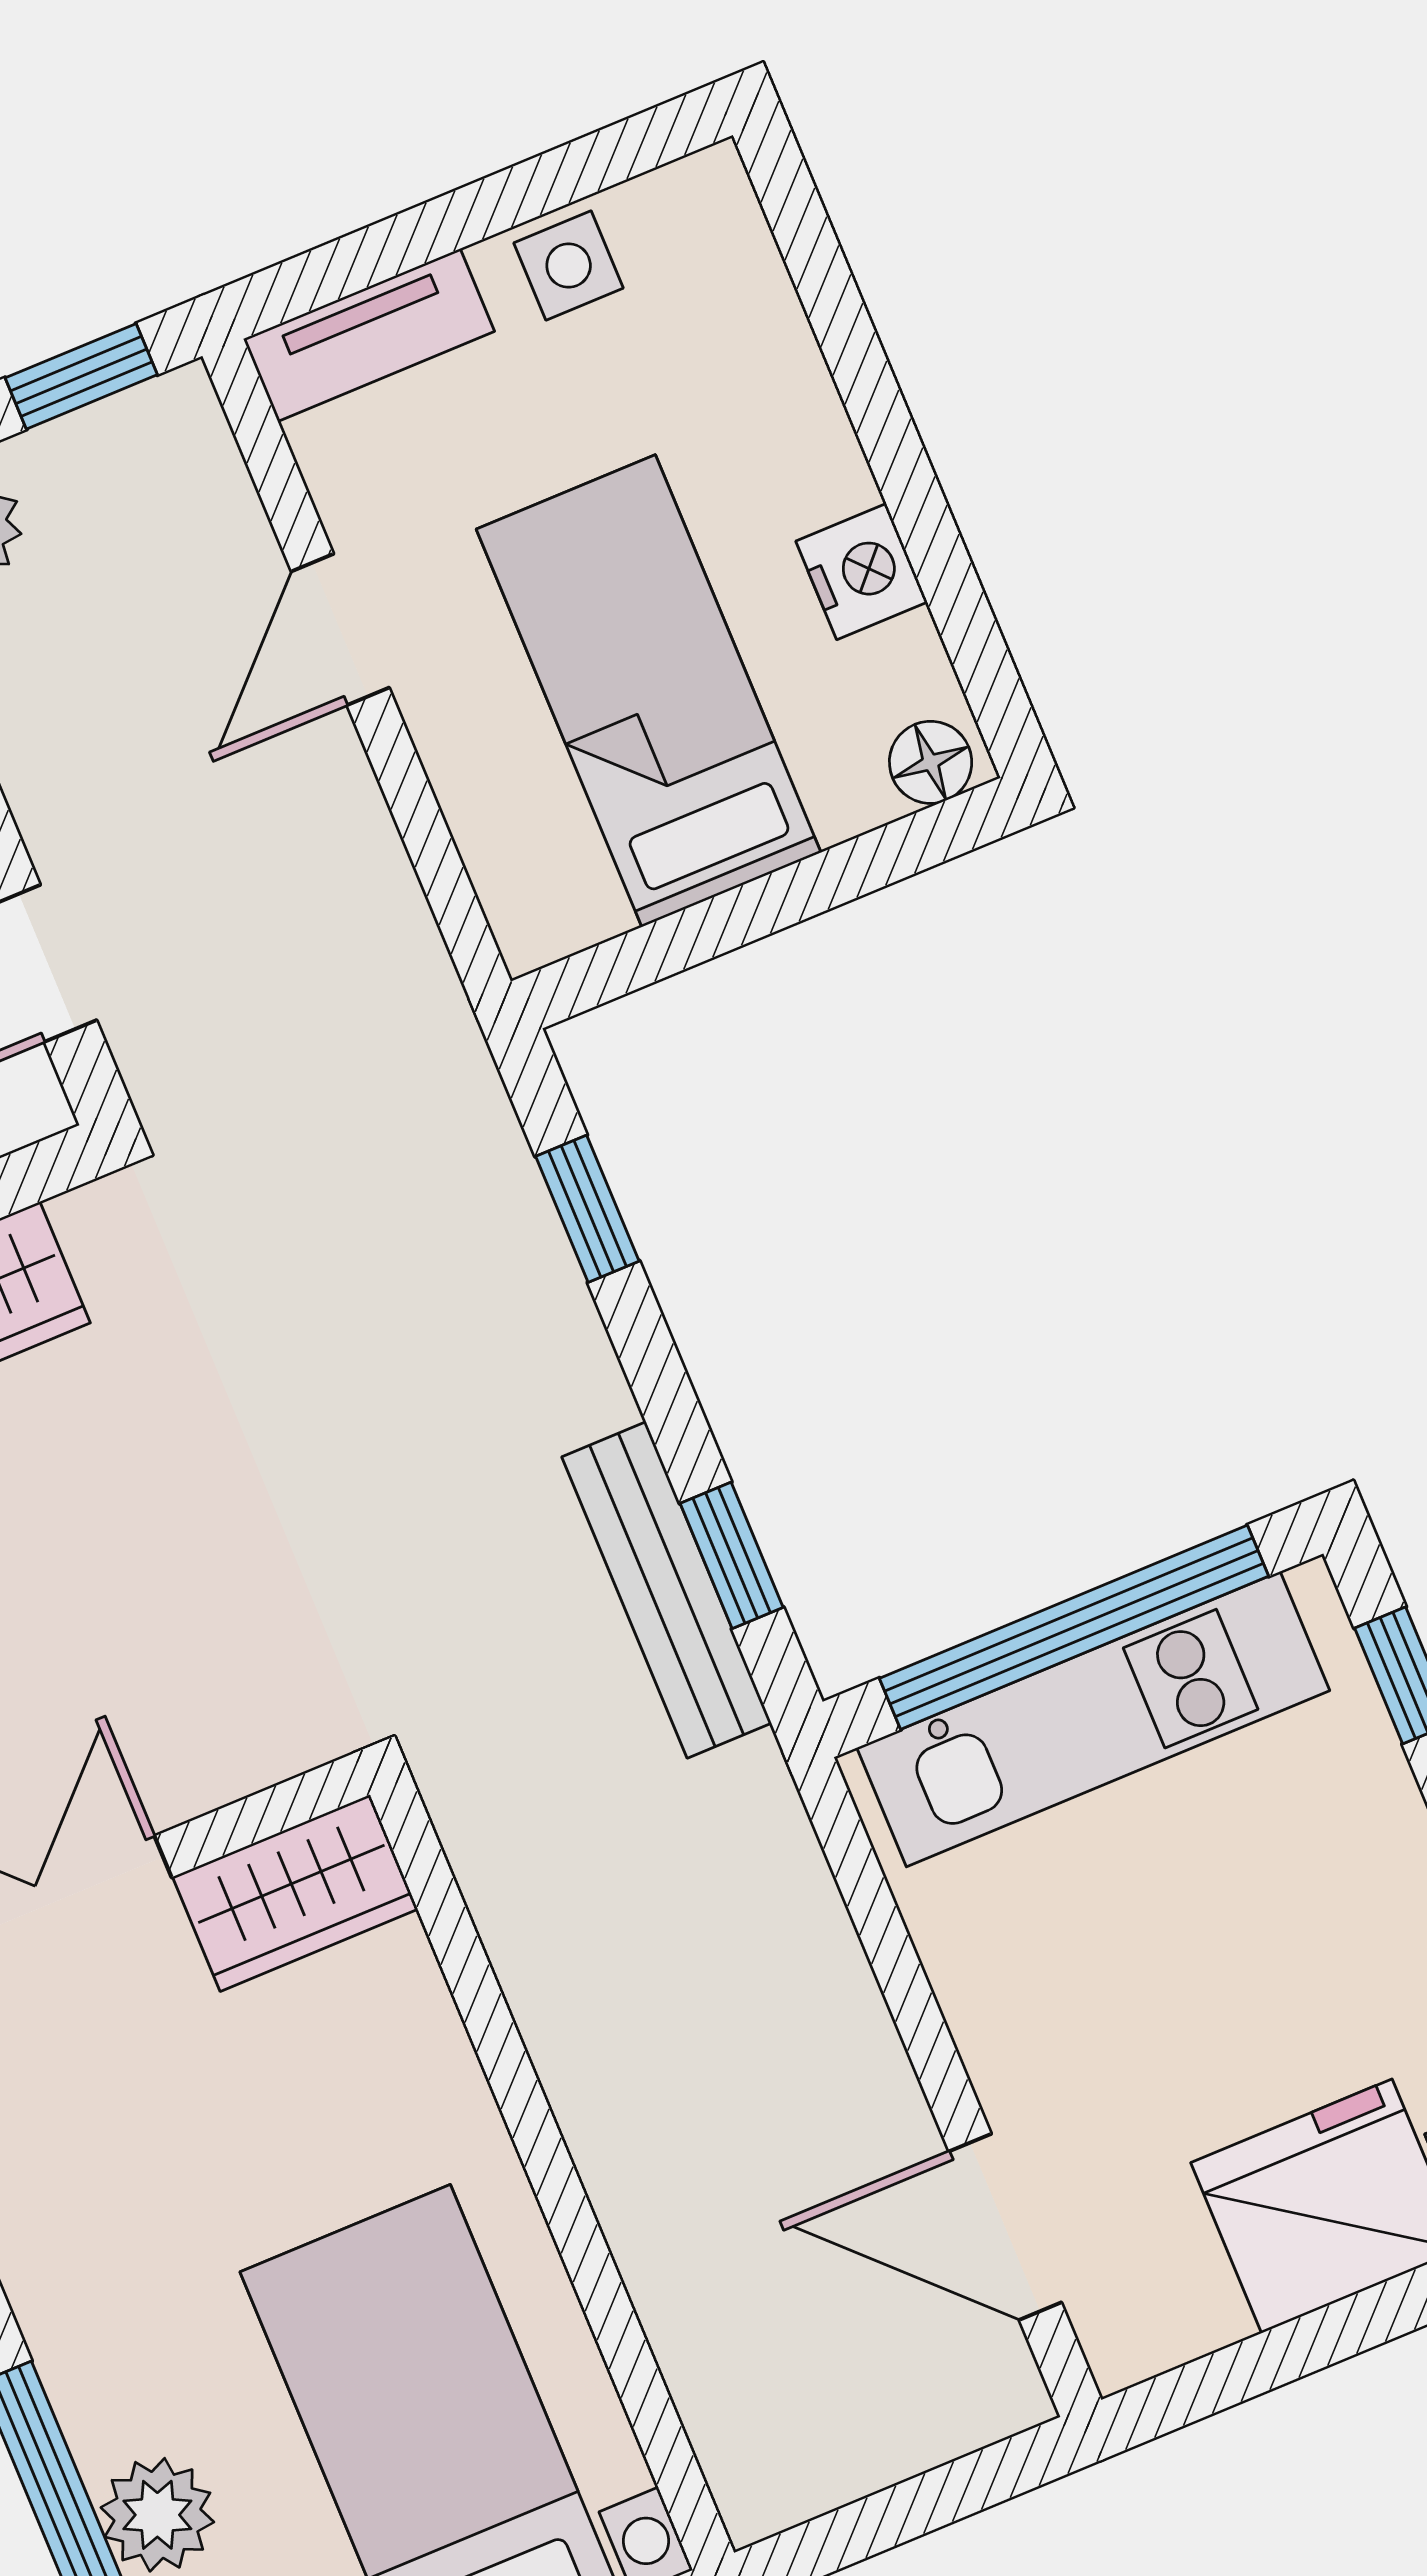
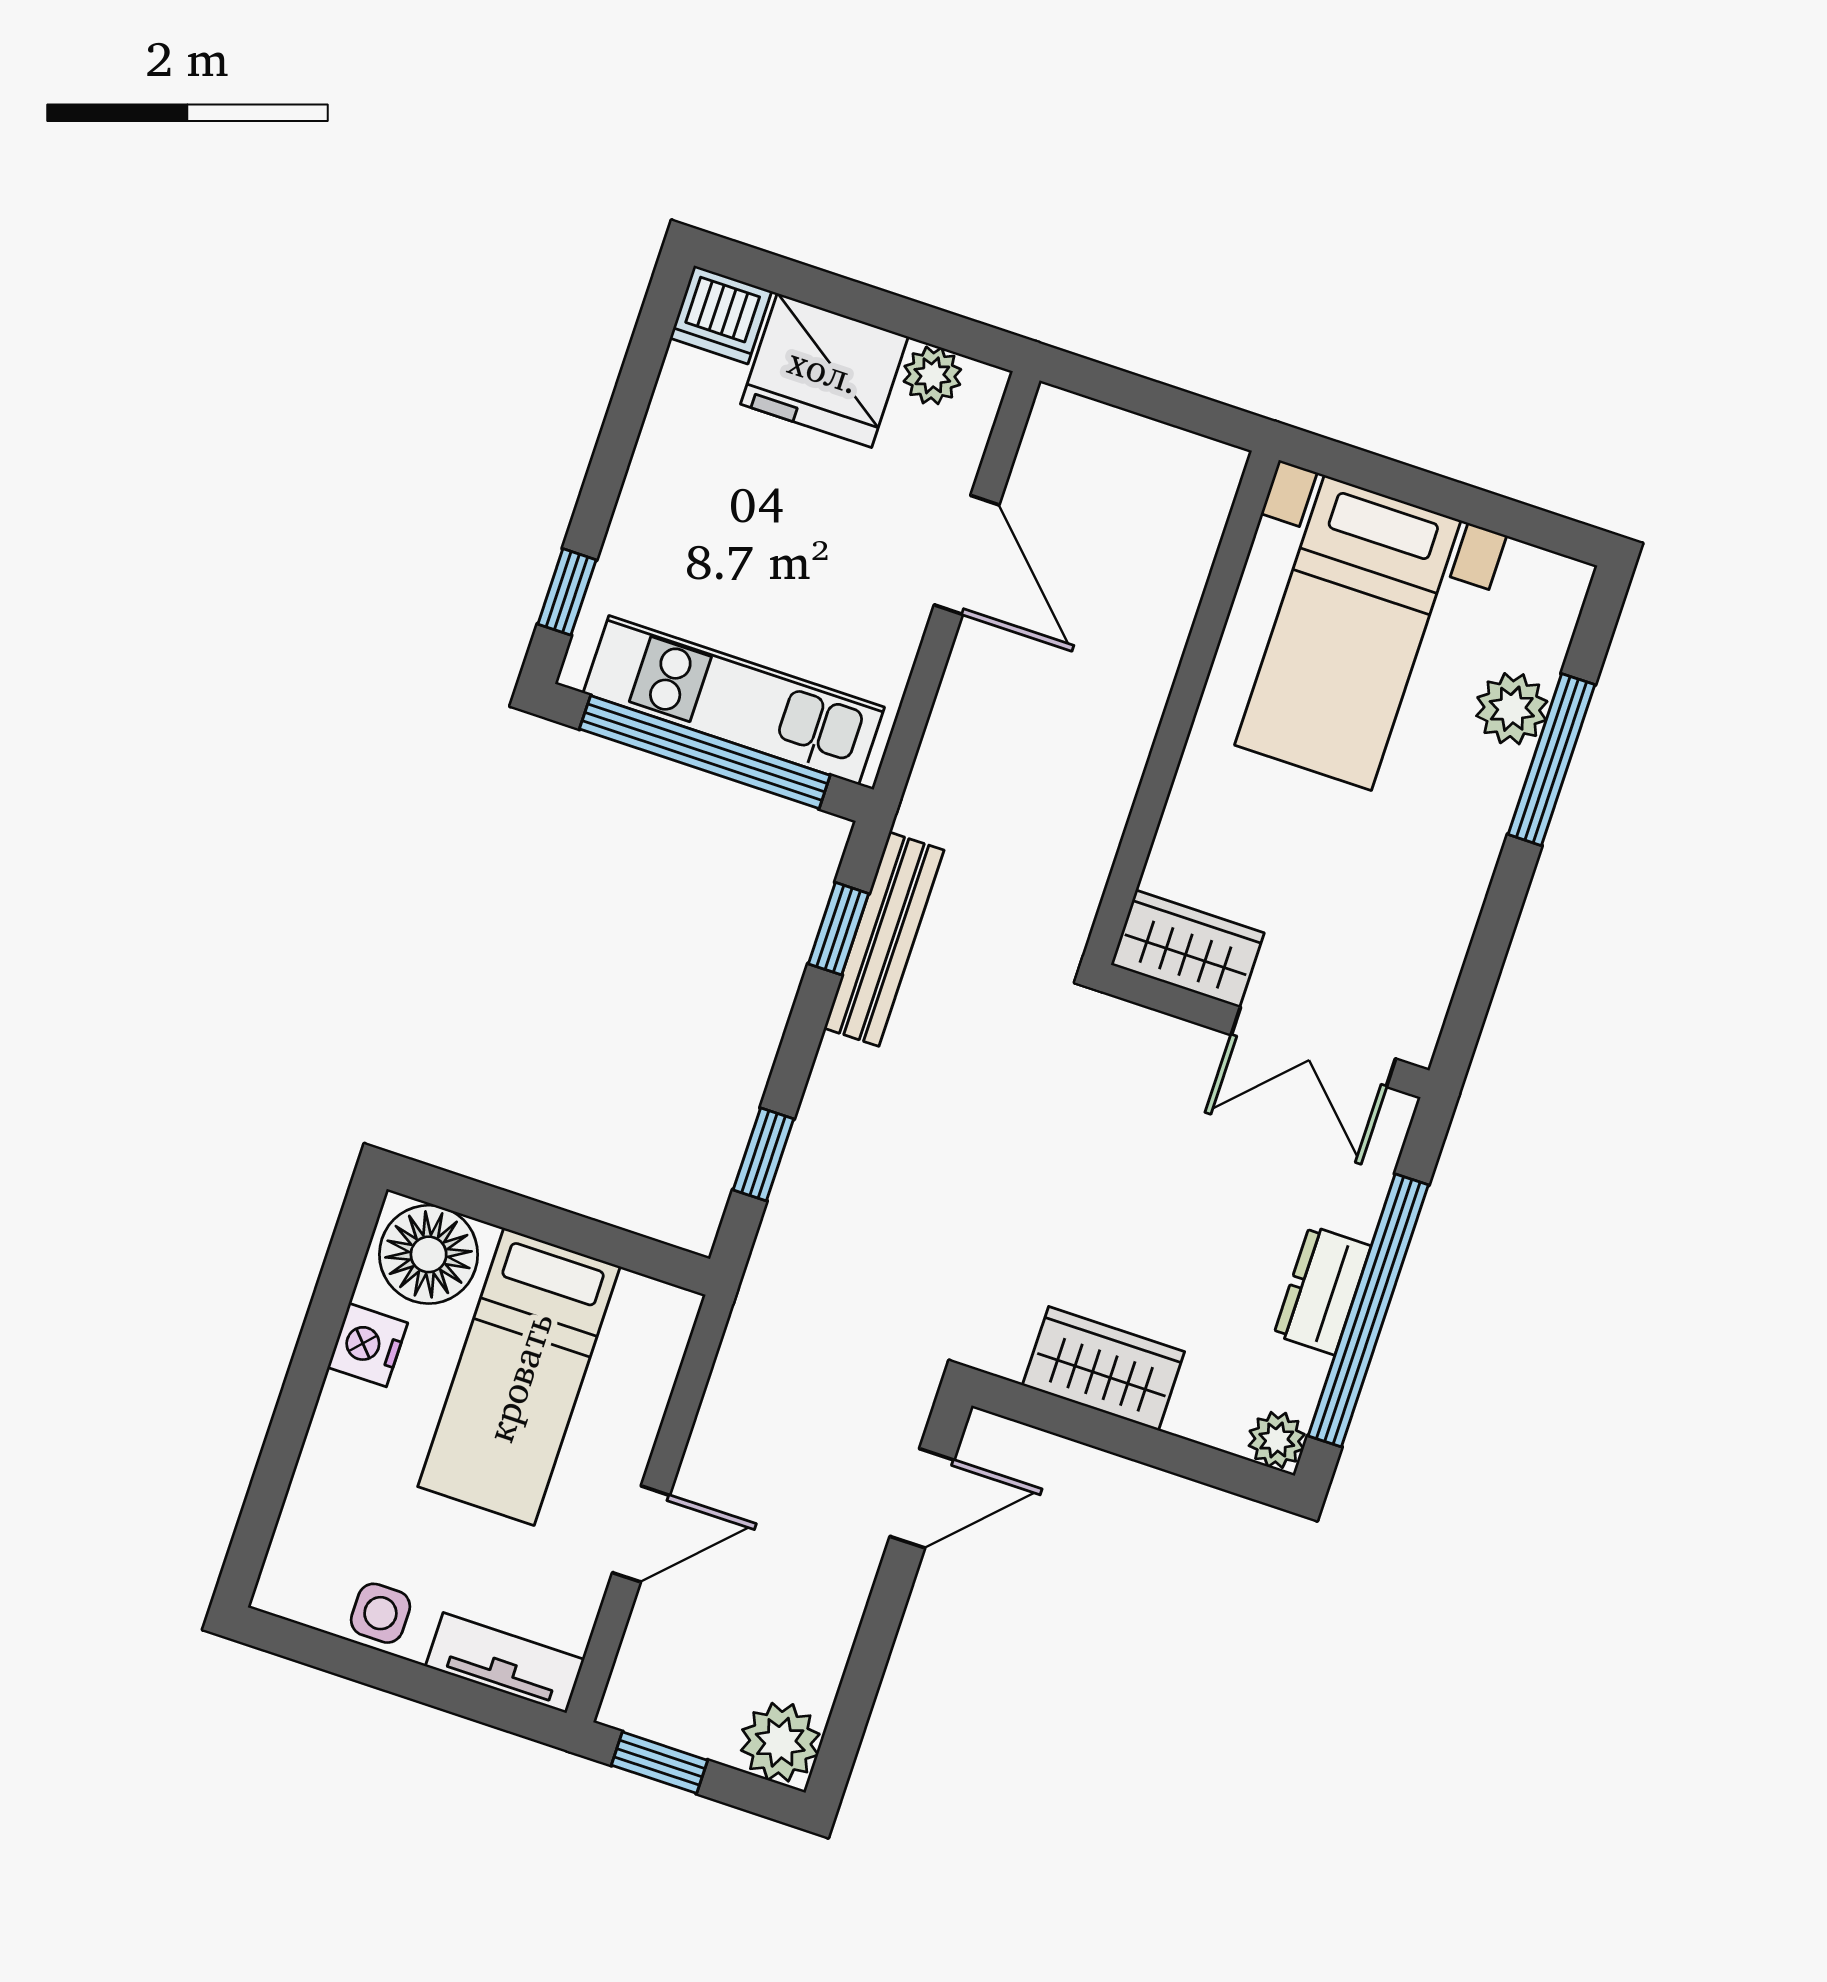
floor lamp: (931, 762) -> (429, 1254), width x1.89, depth x1.89
door: (1005, 2227) -> (967, 555), moved
plant: (1193, 2312) -> (932, 375), added

